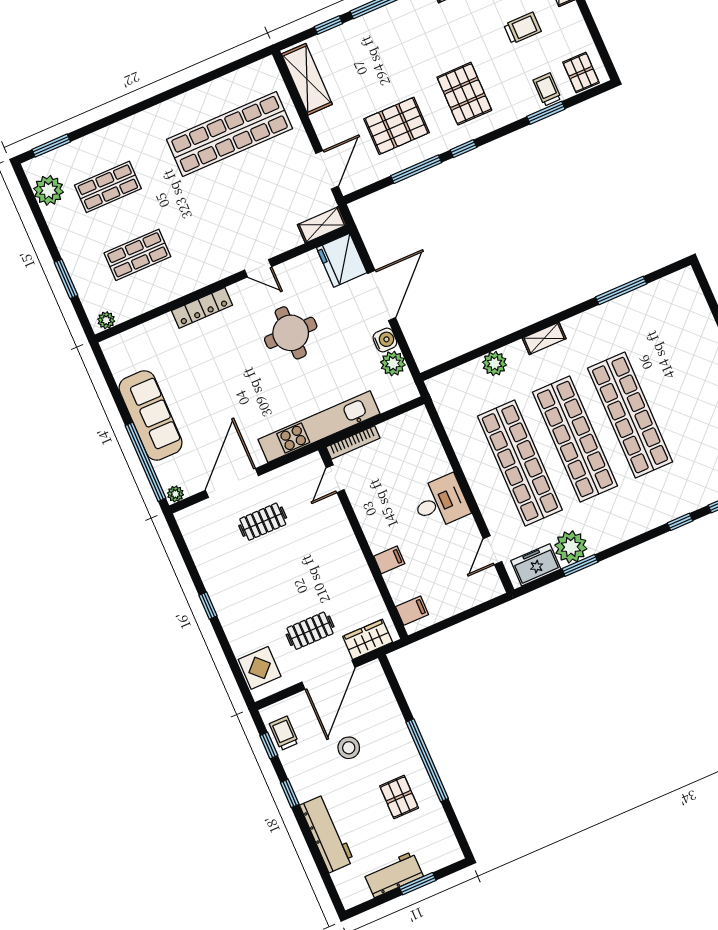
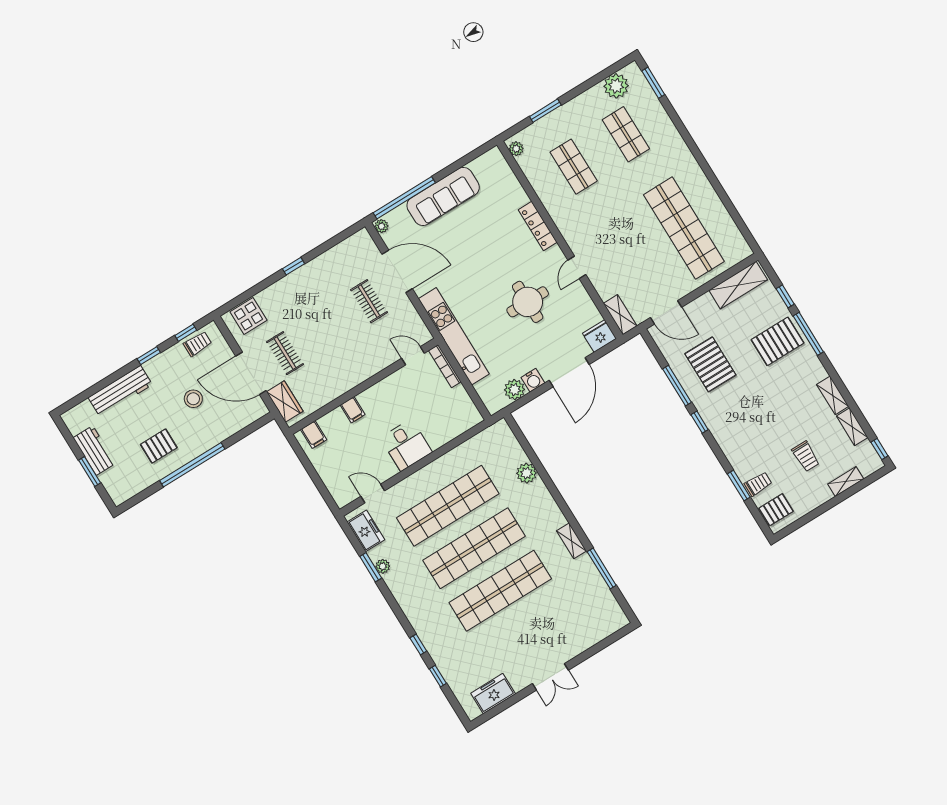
pallet: (464, 94) -> (778, 341), moved
fridge: (342, 260) -> (600, 336), width x0.73, depth x0.75
door: (382, 296) -> (569, 372), hinge flipped
shelving: (544, 338) -> (572, 541), moved
plant: (571, 547) -> (383, 566), width x0.53, depth x0.53

